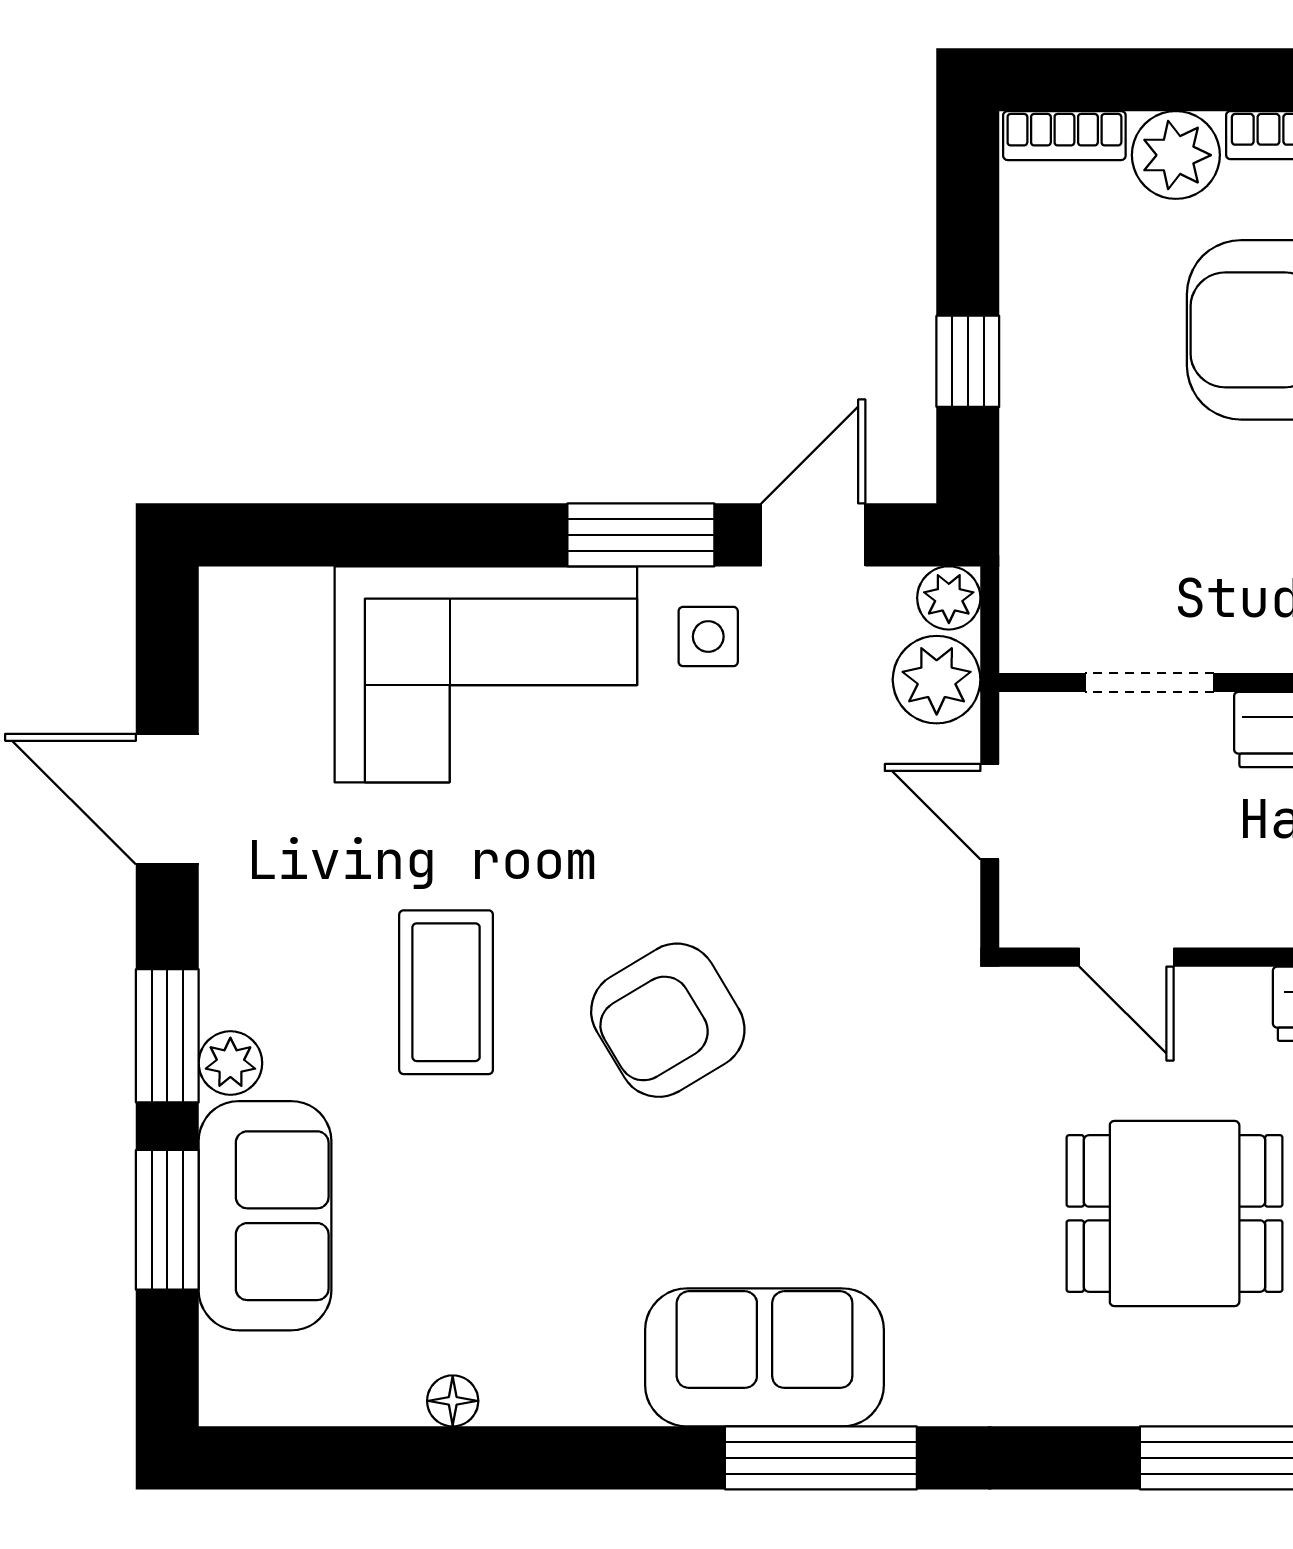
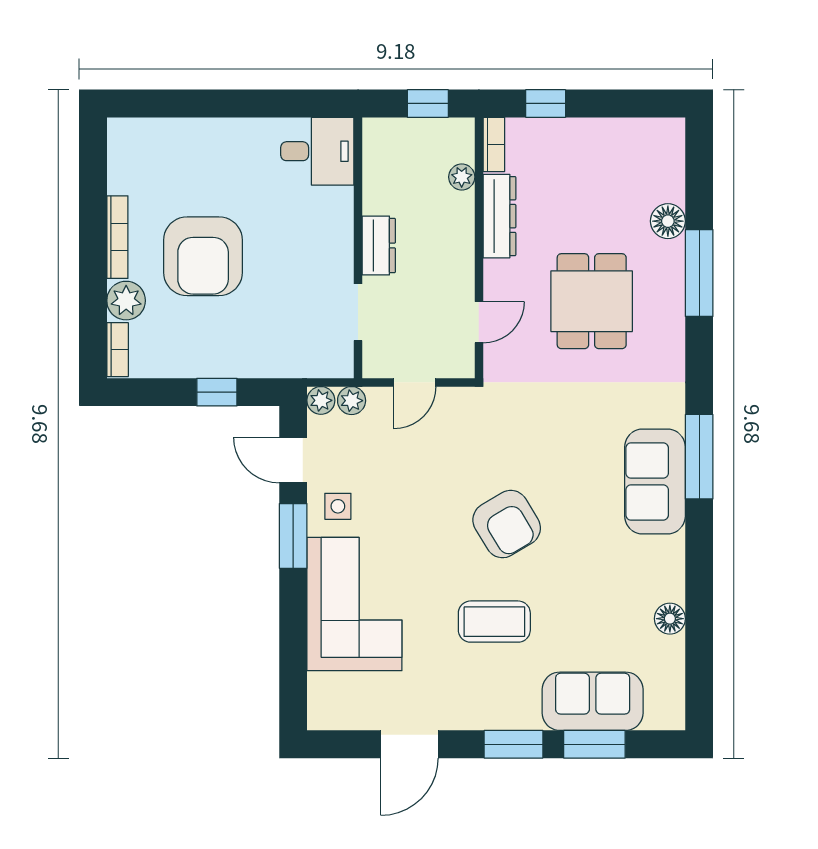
plant: (937, 680) -> (352, 401), width x0.73, depth x0.73
plant: (230, 1063) -> (525, 716), removed
floor lamp: (453, 1401) -> (670, 619), width x1.37, depth x1.37

